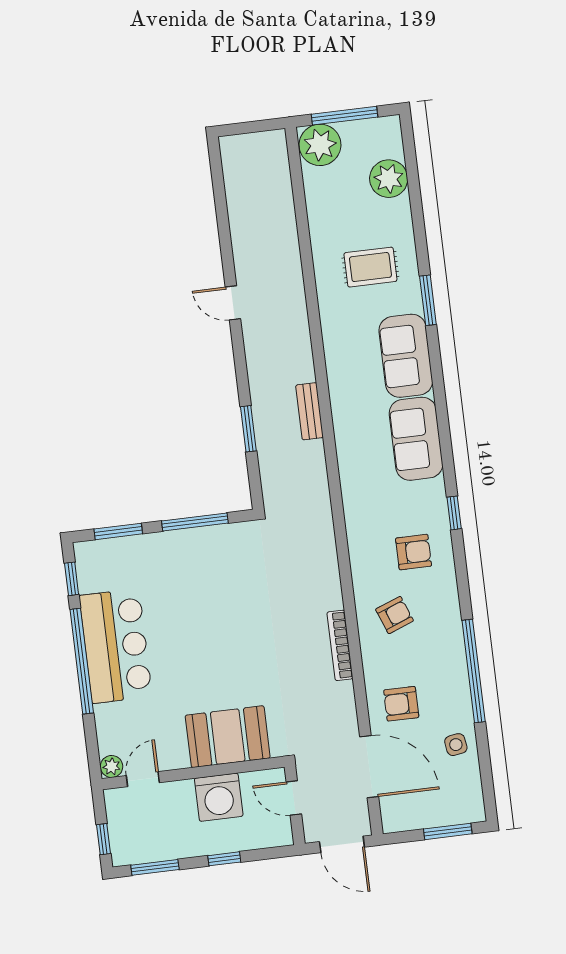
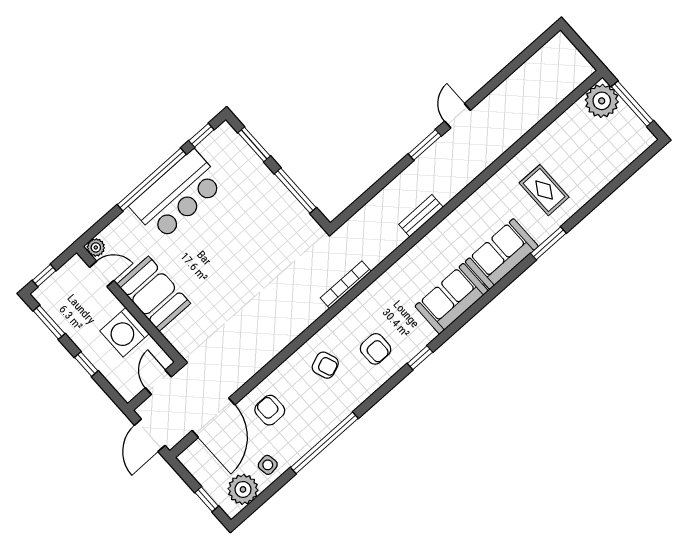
plant: (389, 179) -> (243, 489), moved
window: (248, 429) -> (425, 145), moved
bookcase: (340, 645) -> (346, 285), moved
booth: (228, 737) -> (154, 294), moved
window: (448, 831) -> (207, 499), width x0.67

